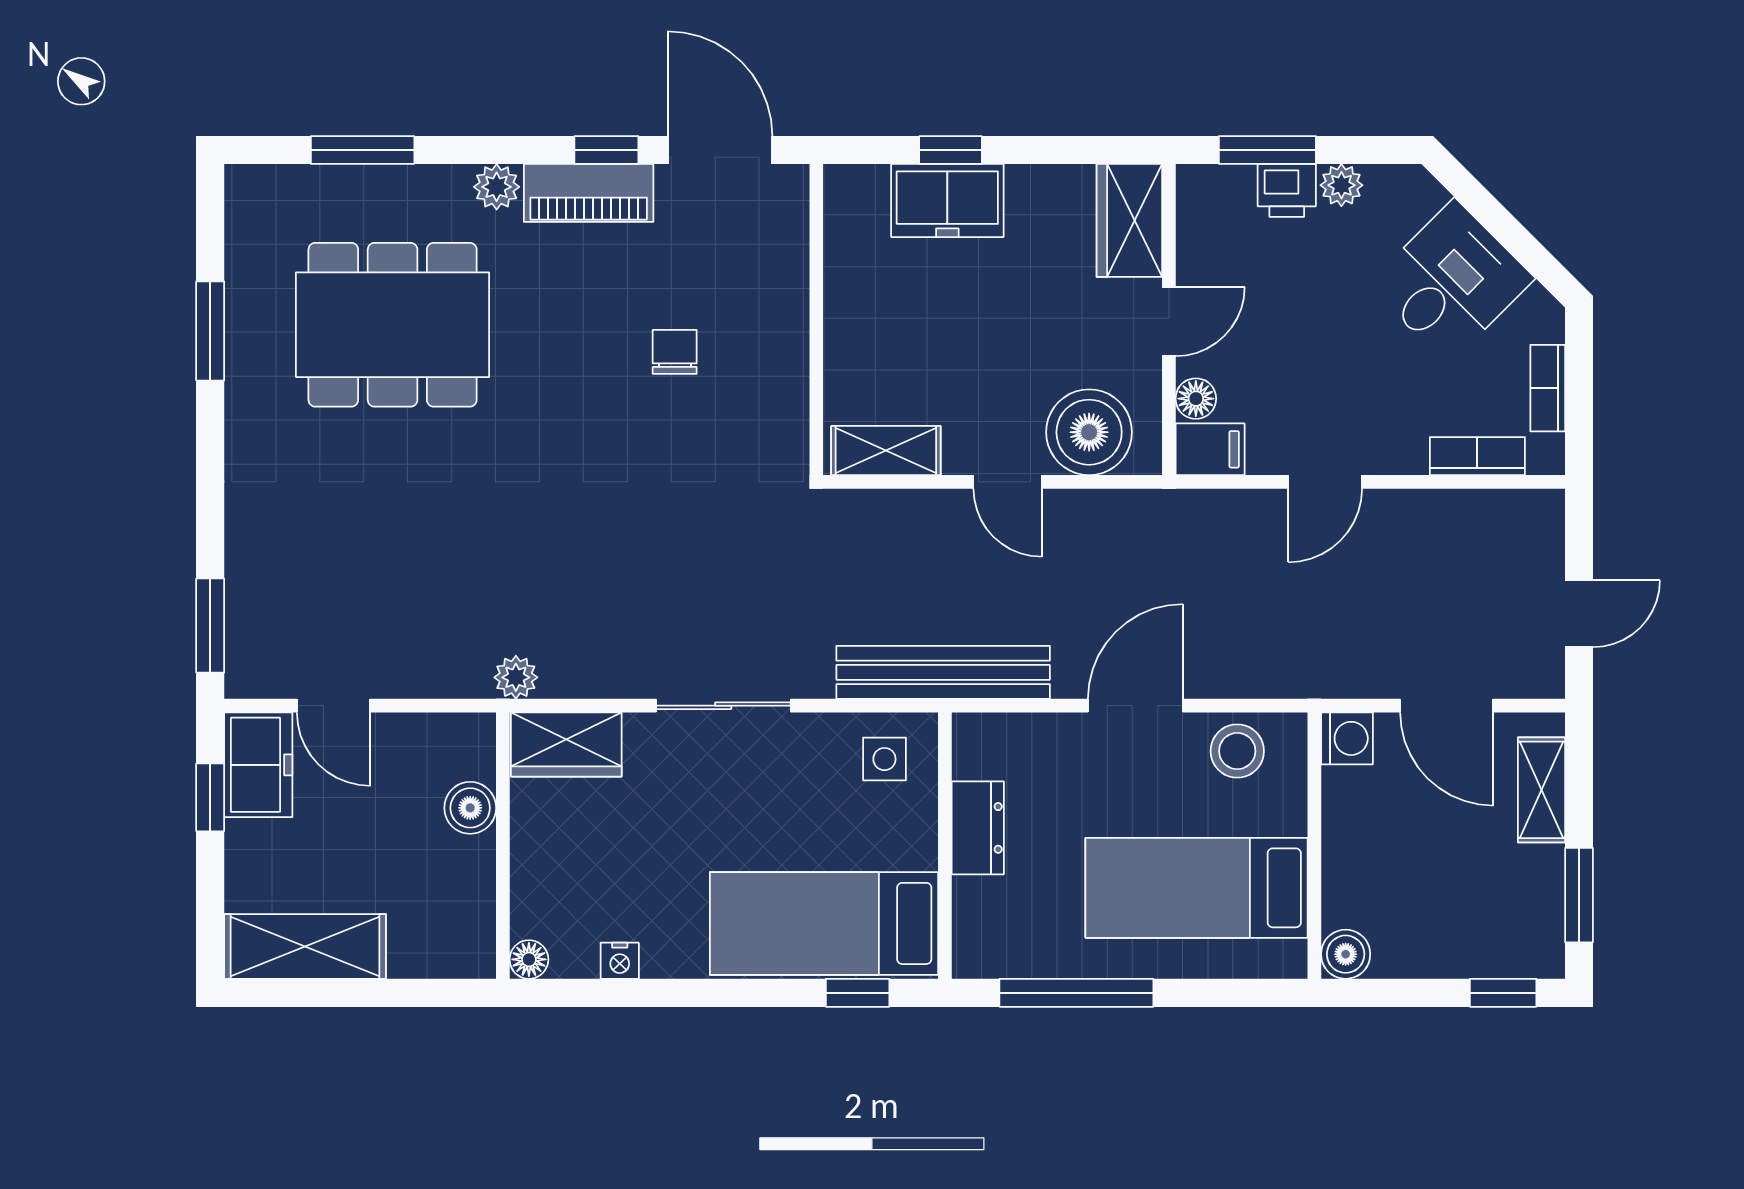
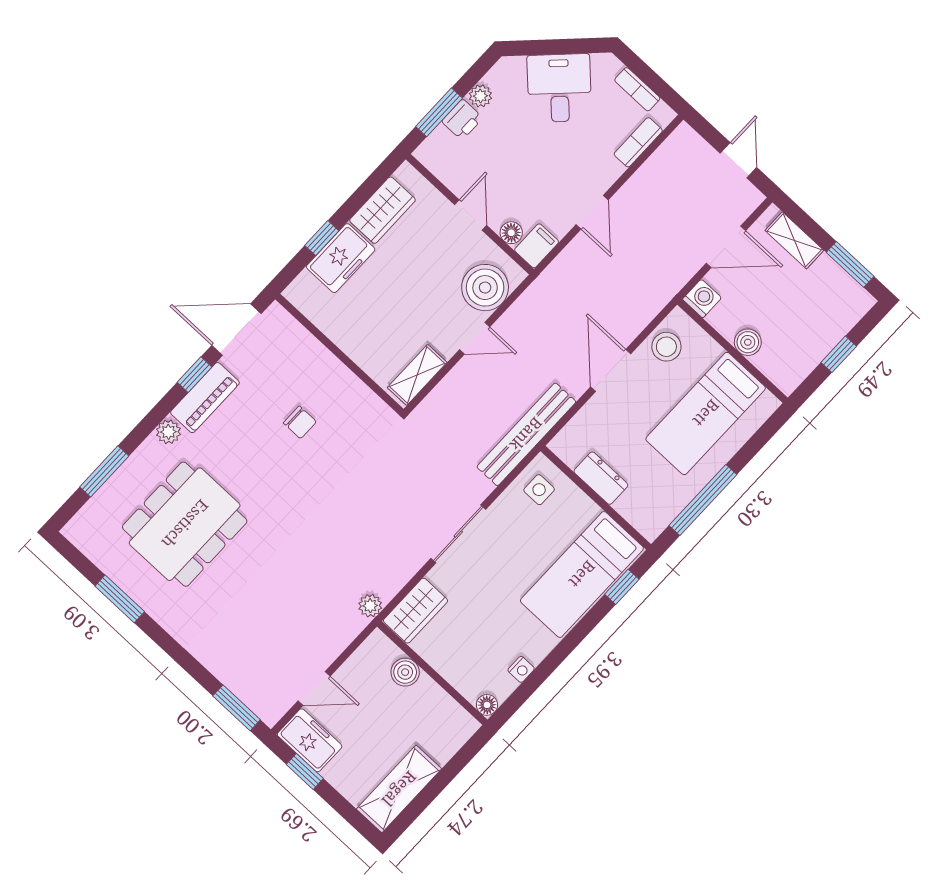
wardrobe: (1129, 220) -> (383, 210), moved, turned -90
chair: (675, 352) -> (300, 422), turned 180
boiler: (1346, 954) -> (748, 342), moved
window: (1503, 993) -> (839, 354), moved

